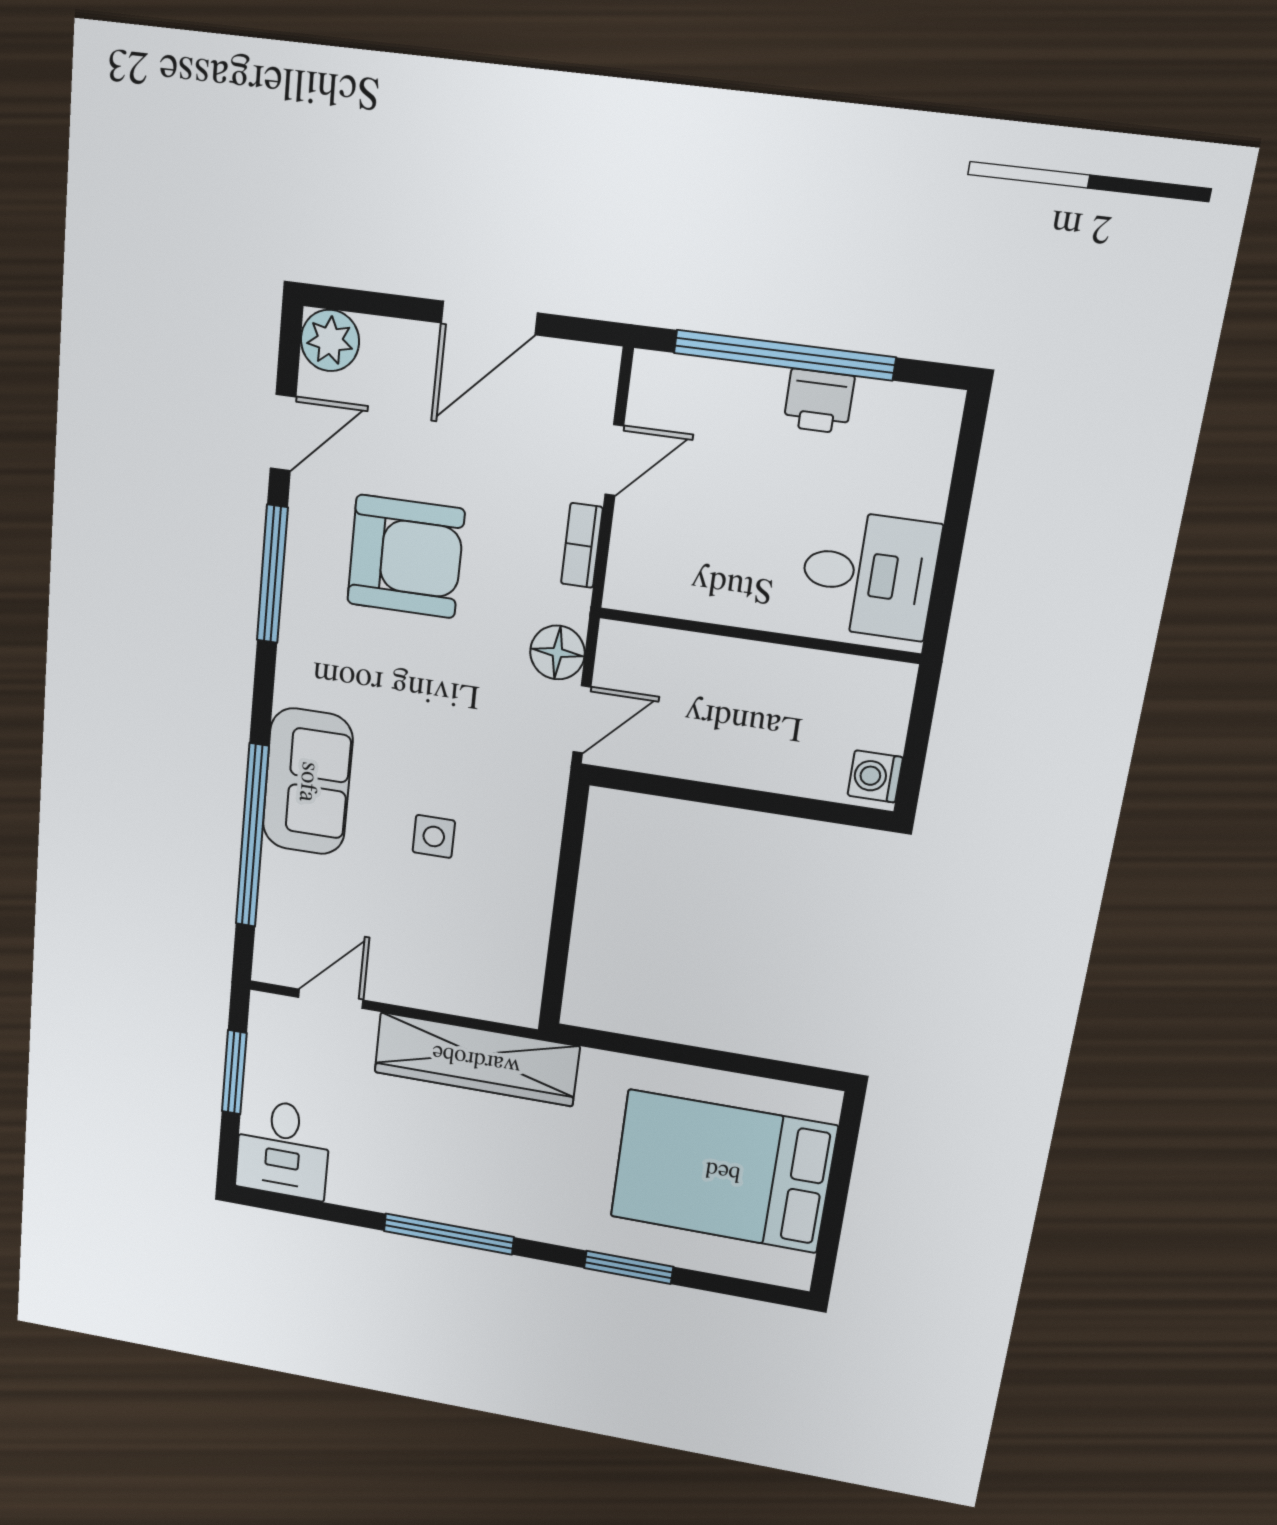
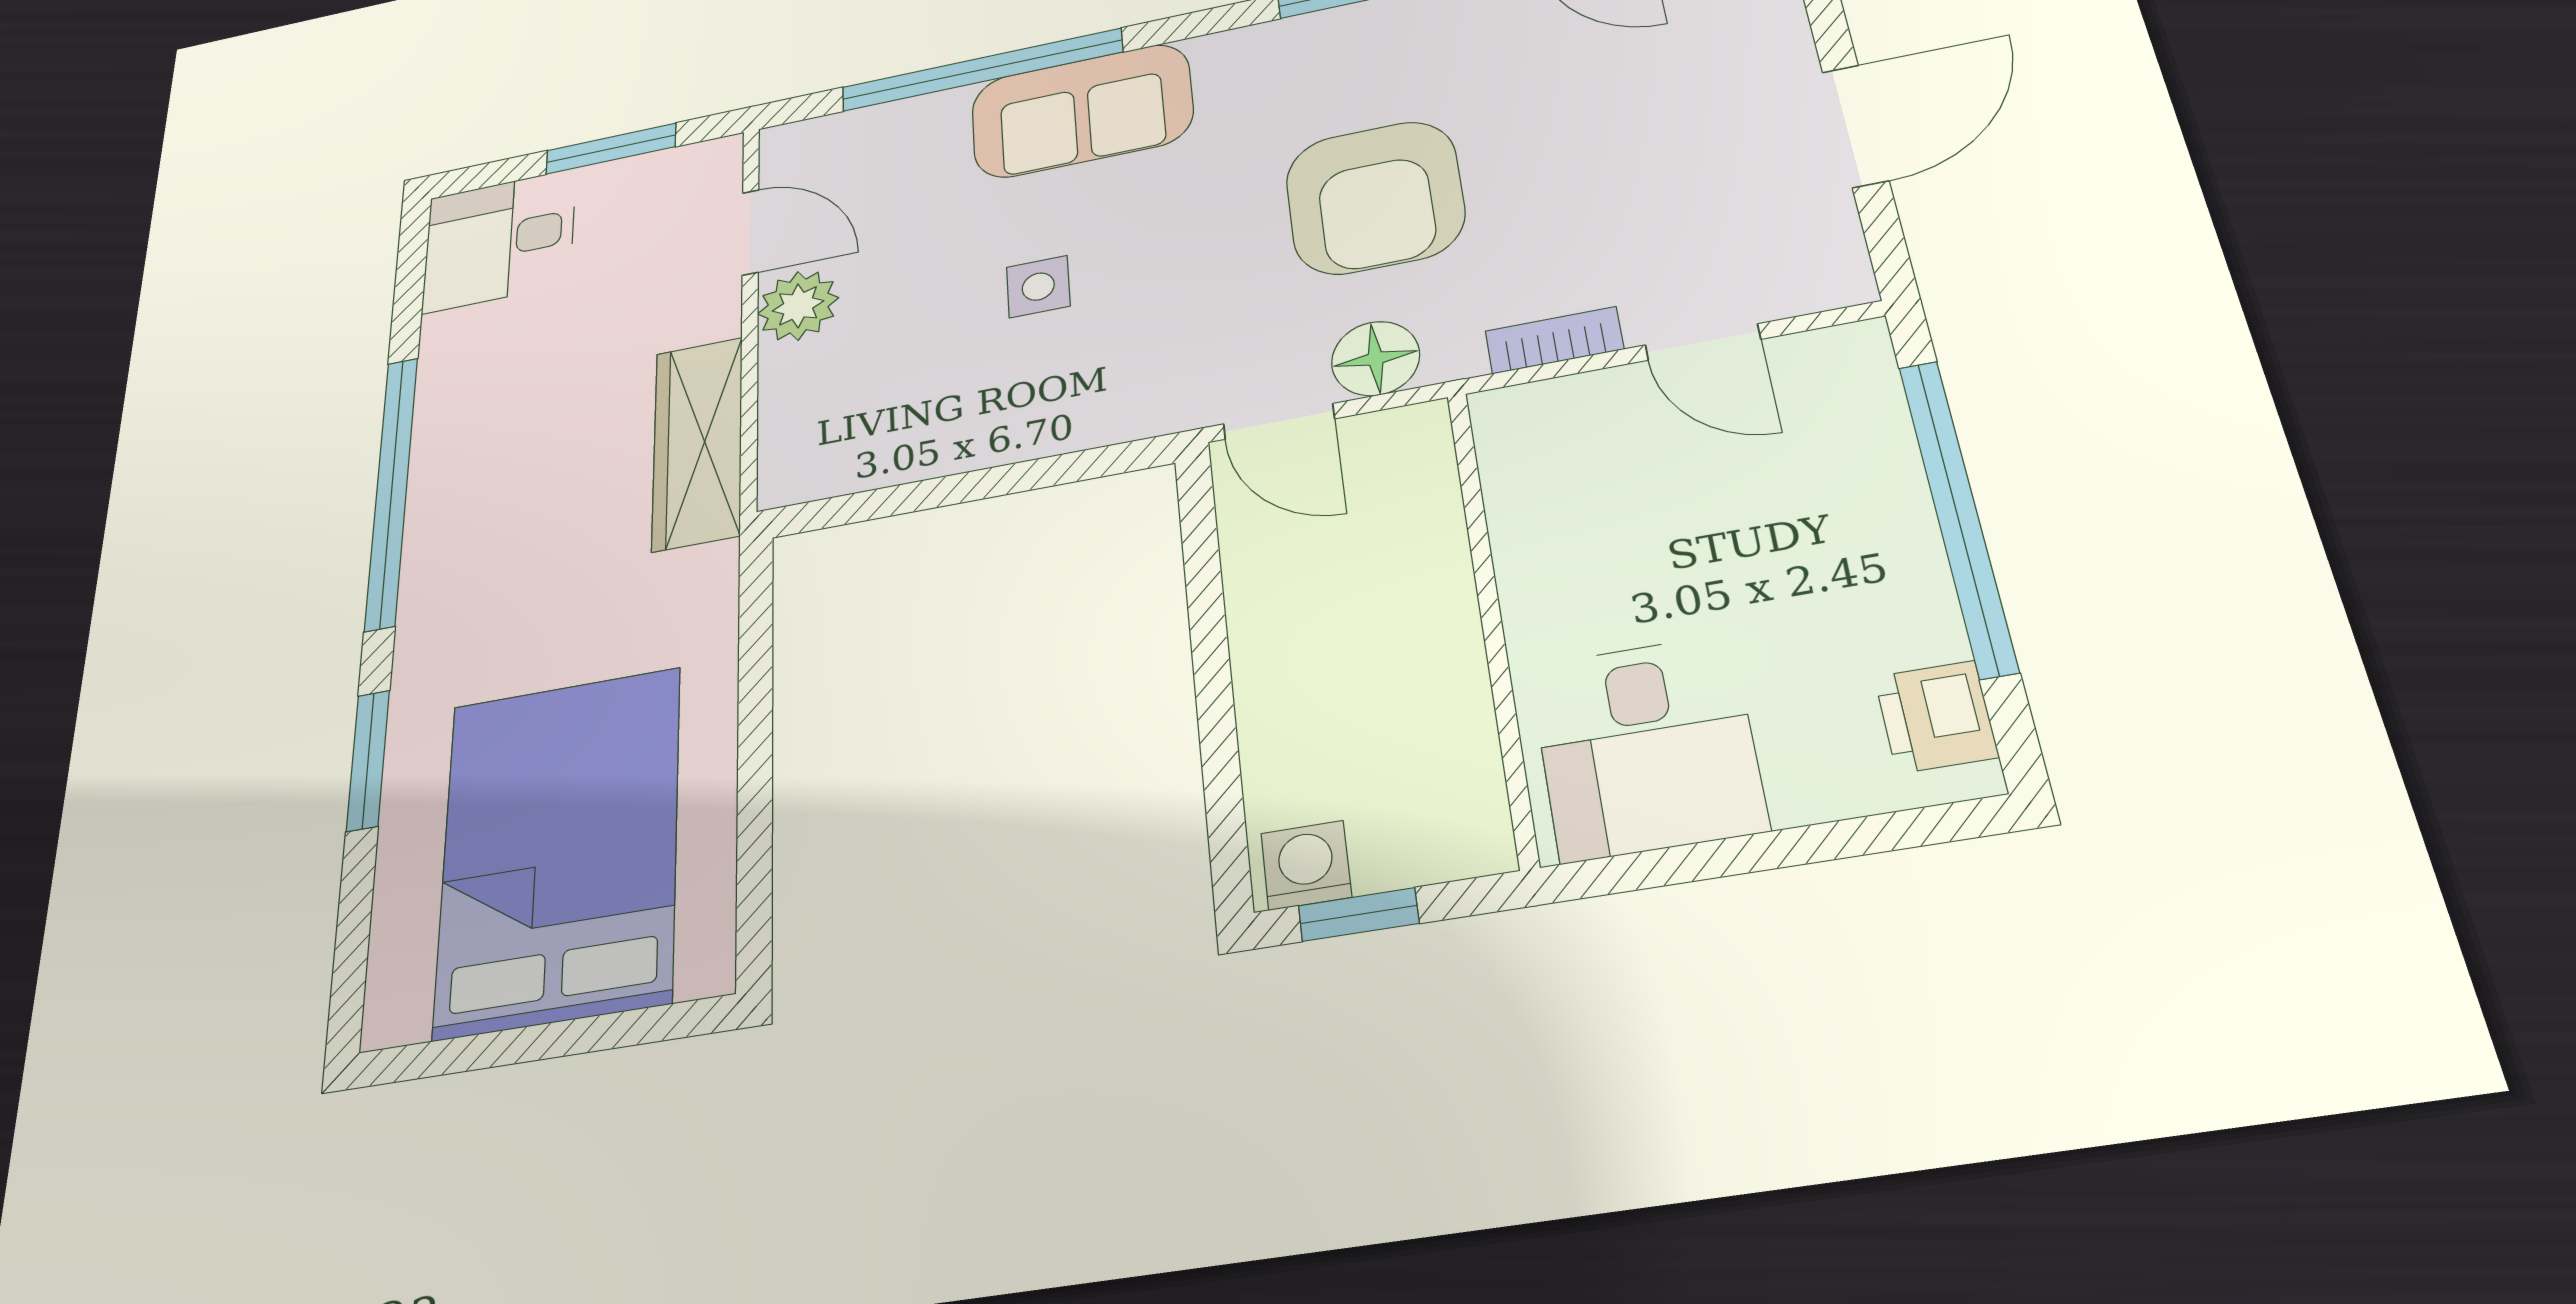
door: (489, 318) -> (1855, 126), swing flipped
printer: (819, 401) -> (1936, 717), moved
armchair: (406, 557) -> (1375, 198), moved
window: (914, 756) -> (1358, 915), added
plant: (397, 980) -> (798, 306), added
wardrobe: (476, 1059) -> (698, 443), width x0.71, depth x0.85
window: (449, 1234) -> (392, 491), width x1.46

